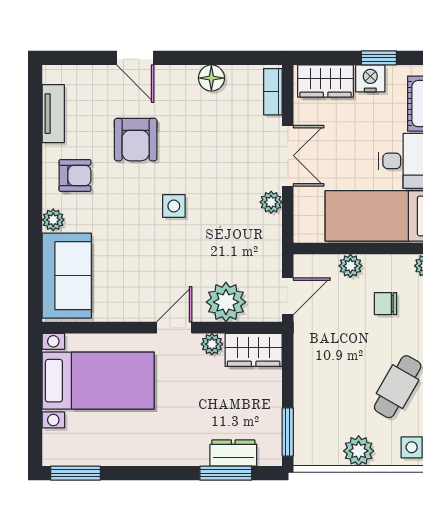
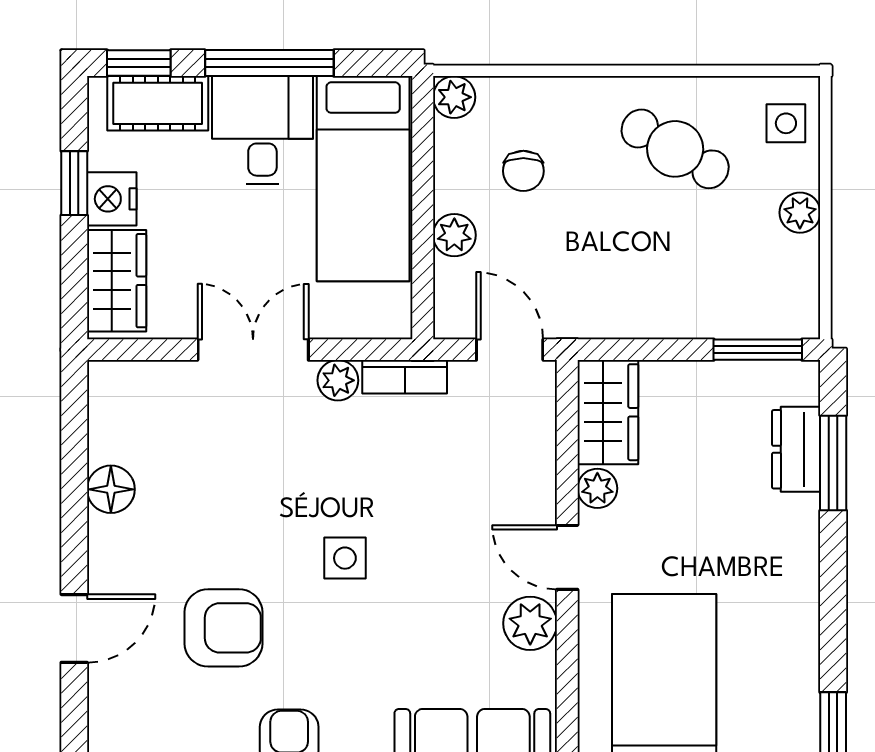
bookcase: (273, 92) -> (405, 377), moved
plant: (226, 302) -> (530, 623), moved, width x0.73, depth x0.73
plant: (359, 451) -> (800, 213), width x0.73, depth x0.73

